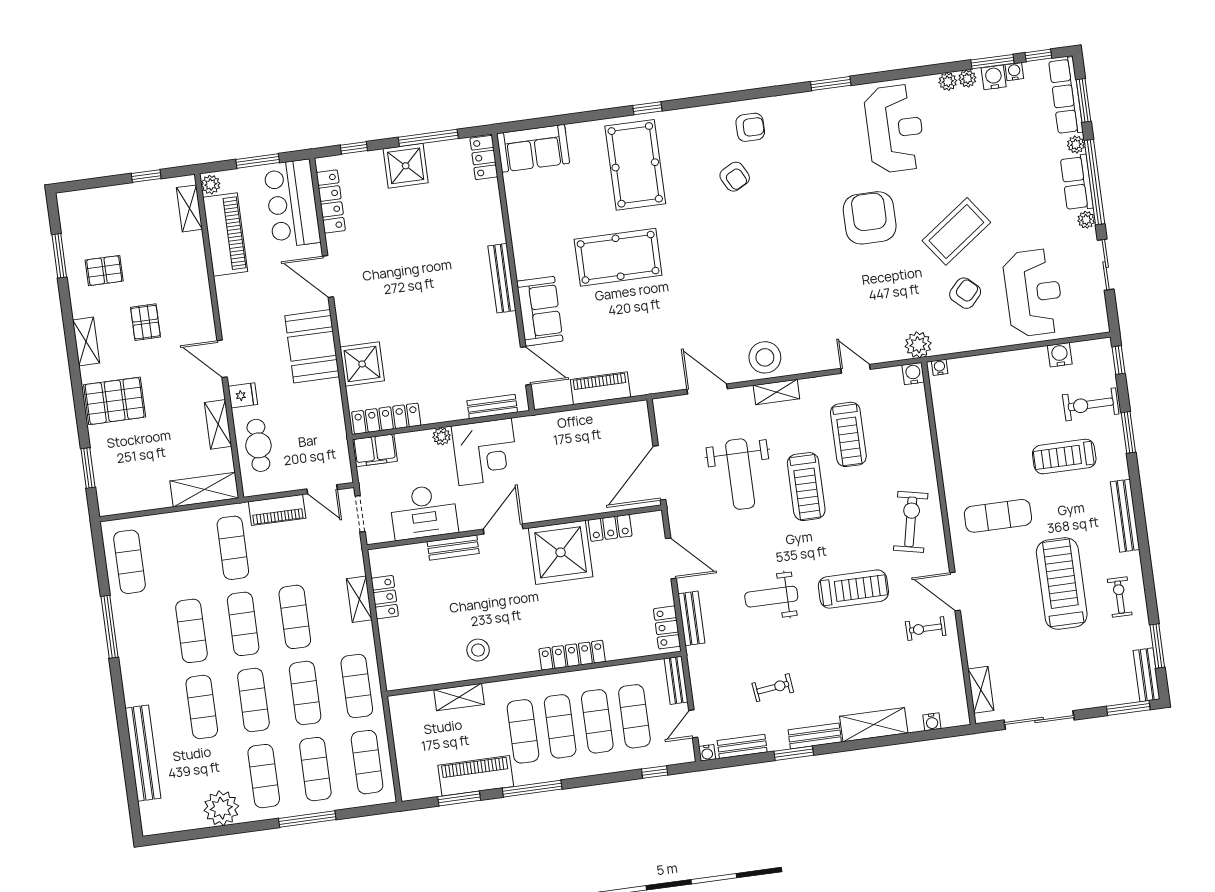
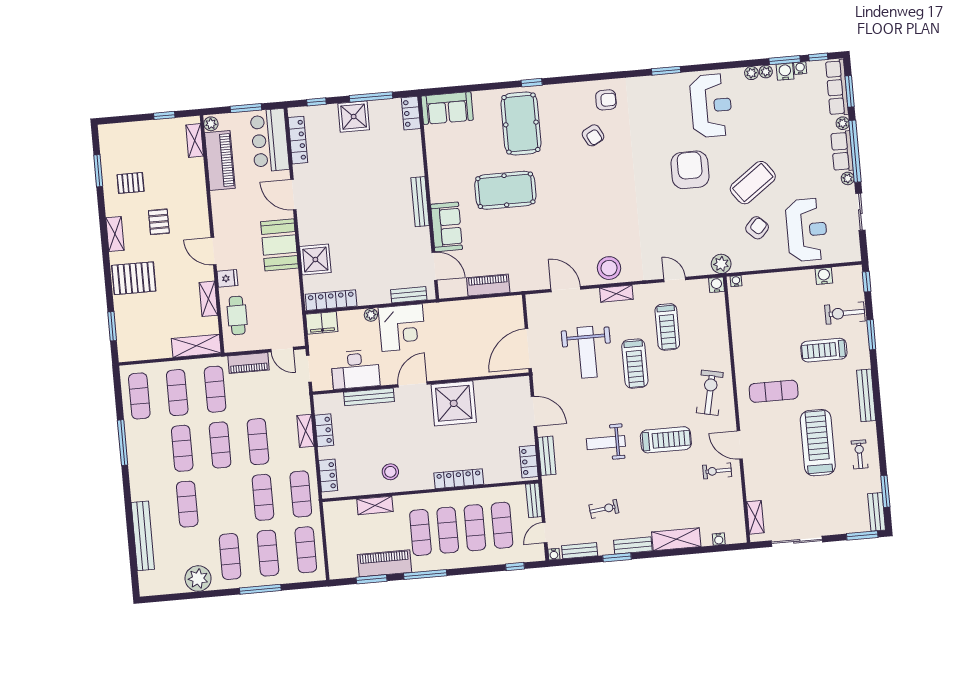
locker: (610, 528) -> (328, 476), moved, turned -90
bench: (453, 548) -> (369, 397), width x1.36
exercise mat: (253, 700) -> (177, 393), moved

